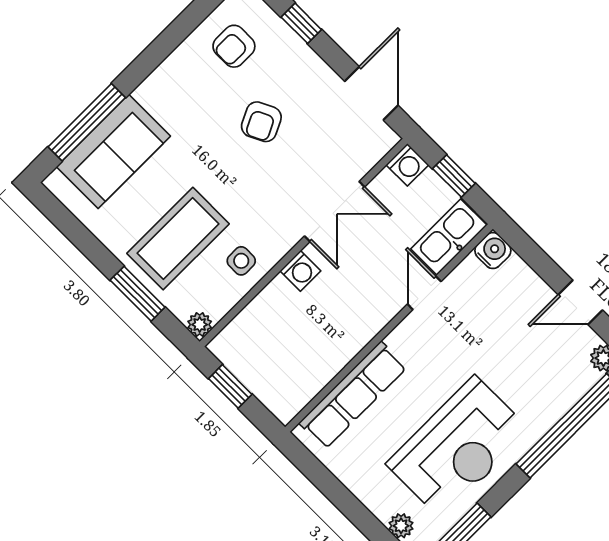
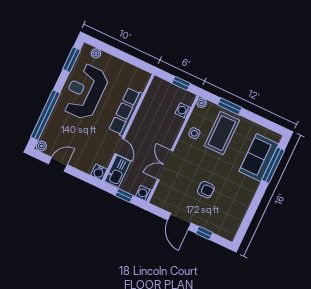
armchair: (234, 46) -> (227, 215), removed
door: (371, 93) -> (179, 221), moved
armchair: (261, 122) -> (206, 190), turned 116
washing machine: (300, 271) -> (183, 111), moved
row of seats: (353, 395) -> (126, 112), moved

